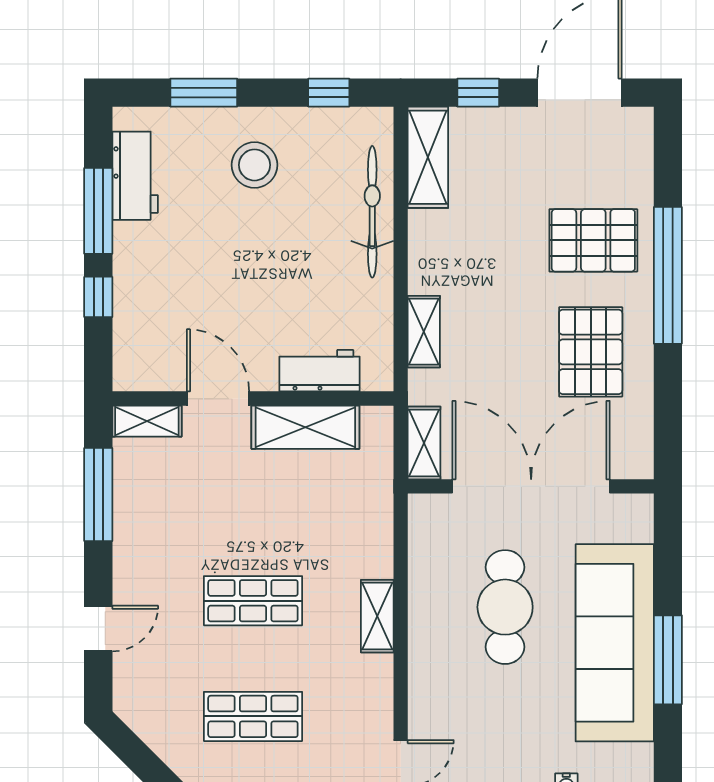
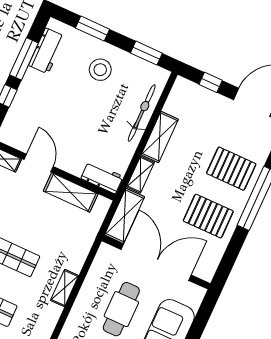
window: (329, 93) -> (146, 53), width x1.50
shelving: (428, 157) -> (160, 137), moved
pallet: (591, 352) -> (208, 216), turned 90
workbench: (320, 371) -> (102, 177), moved
shelving: (424, 443) -> (125, 216), width x1.50, depth x1.33

